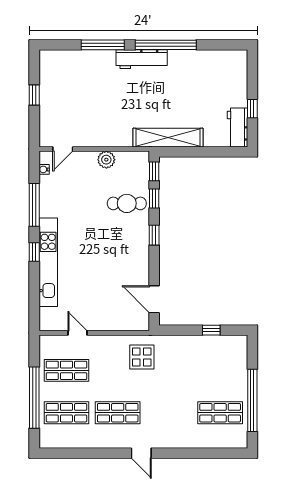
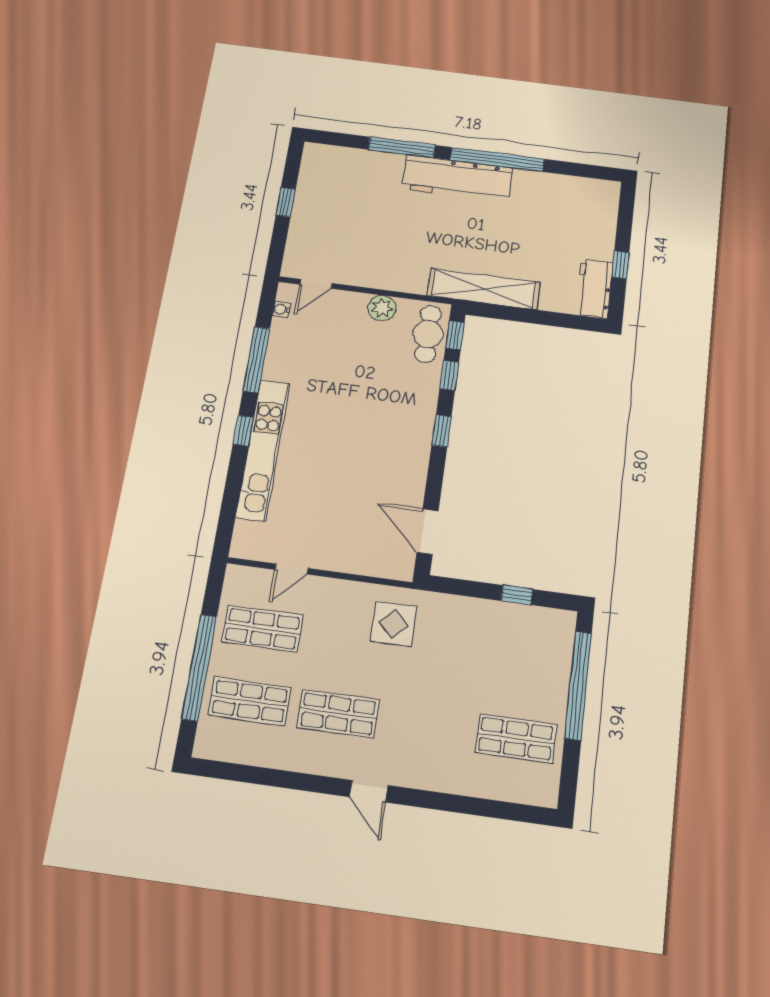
workbench: (142, 59) -> (457, 178), width x1.36, depth x1.32
cafe table: (127, 203) -> (428, 334), moved, turned 90
door: (77, 333) -> (292, 569), swing flipped
window: (252, 400) -> (578, 685), moved

